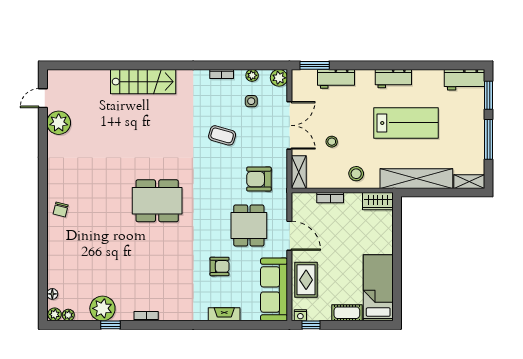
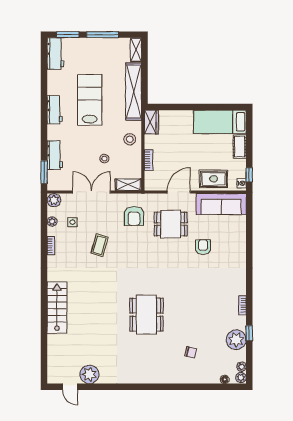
dining table: (157, 201) -> (146, 315), moved
chair: (61, 209) -> (191, 352), moved
fireplace: (224, 314) -> (241, 243), removed

